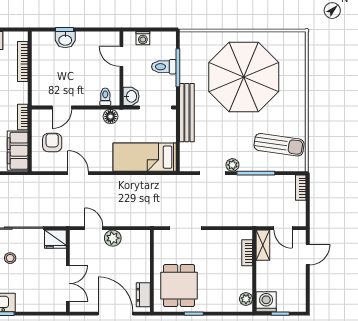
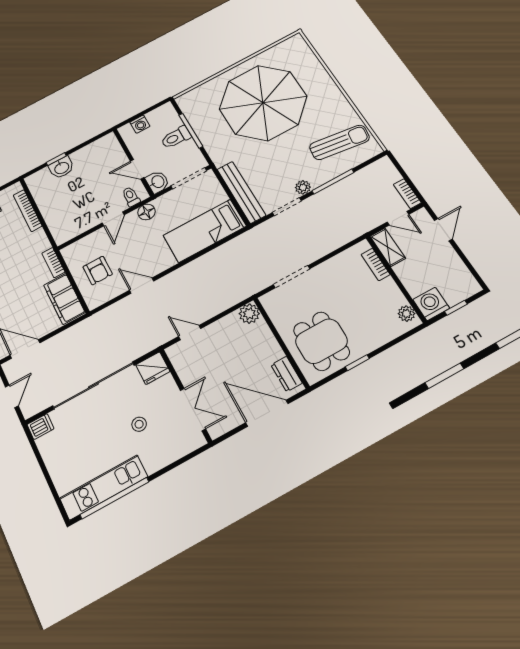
door: (121, 56) -> (137, 169), moved
door: (62, 107) -> (113, 219), moved
bench: (187, 113) -> (241, 192), moved
armchair: (52, 143) -> (98, 270), turned 180
bookcase: (301, 188) -> (407, 194), moved
plant: (113, 238) -> (249, 314), moved
stool: (10, 258) -> (139, 424), moved

